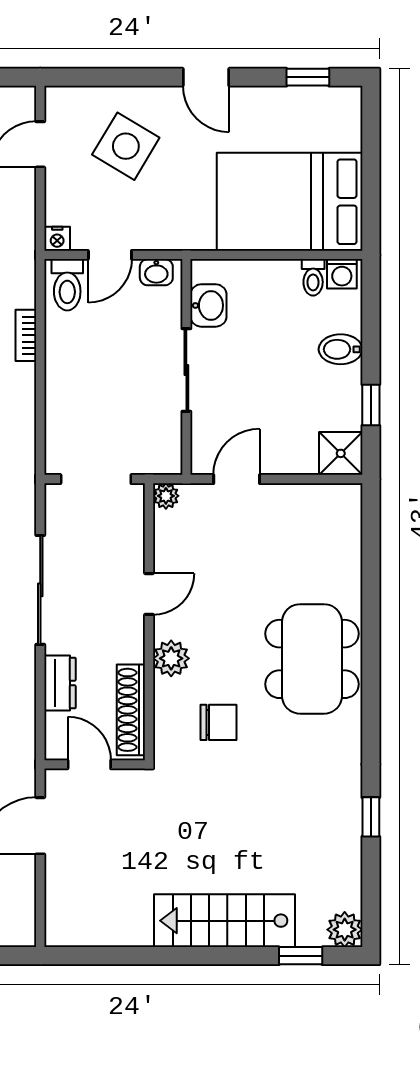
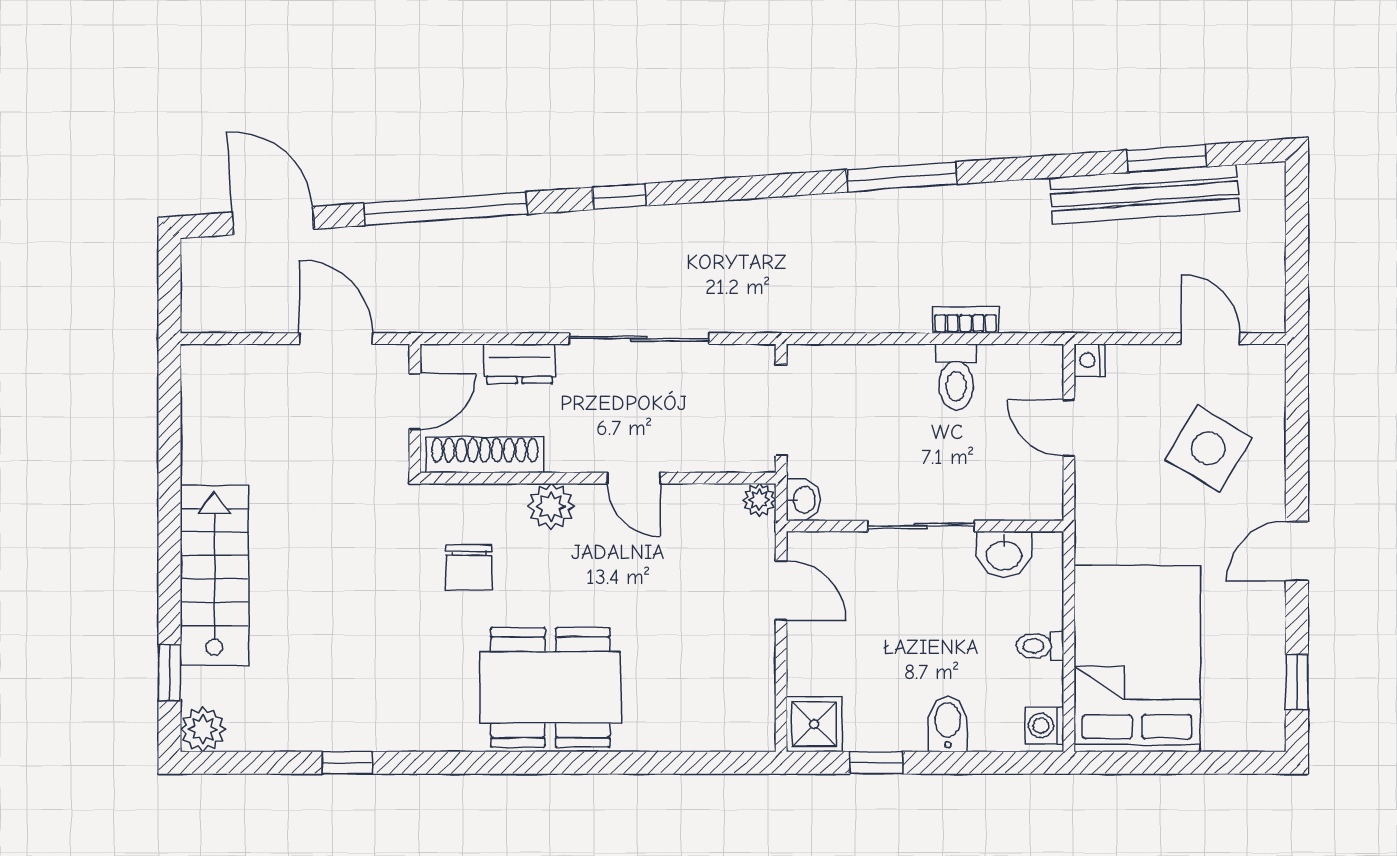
washbasin: (156, 272) -> (803, 500), moved, turned 180
toilet: (313, 277) -> (1040, 646), moved
toilet: (67, 285) -> (956, 377), moved, turned -90

